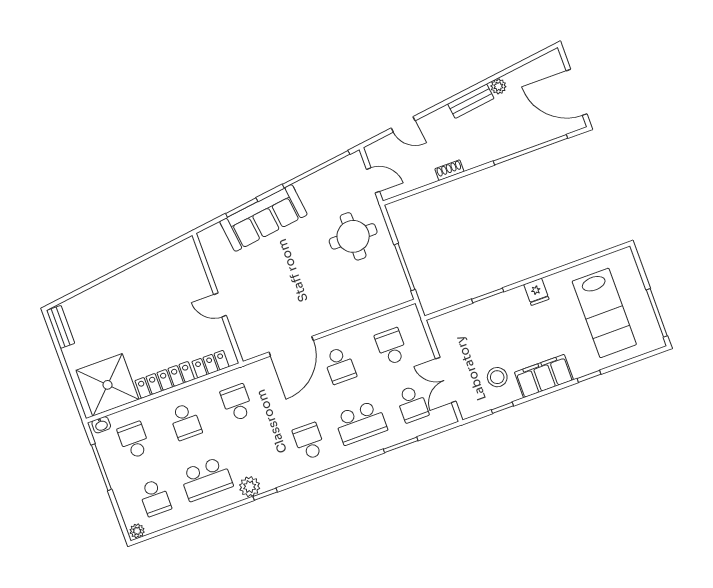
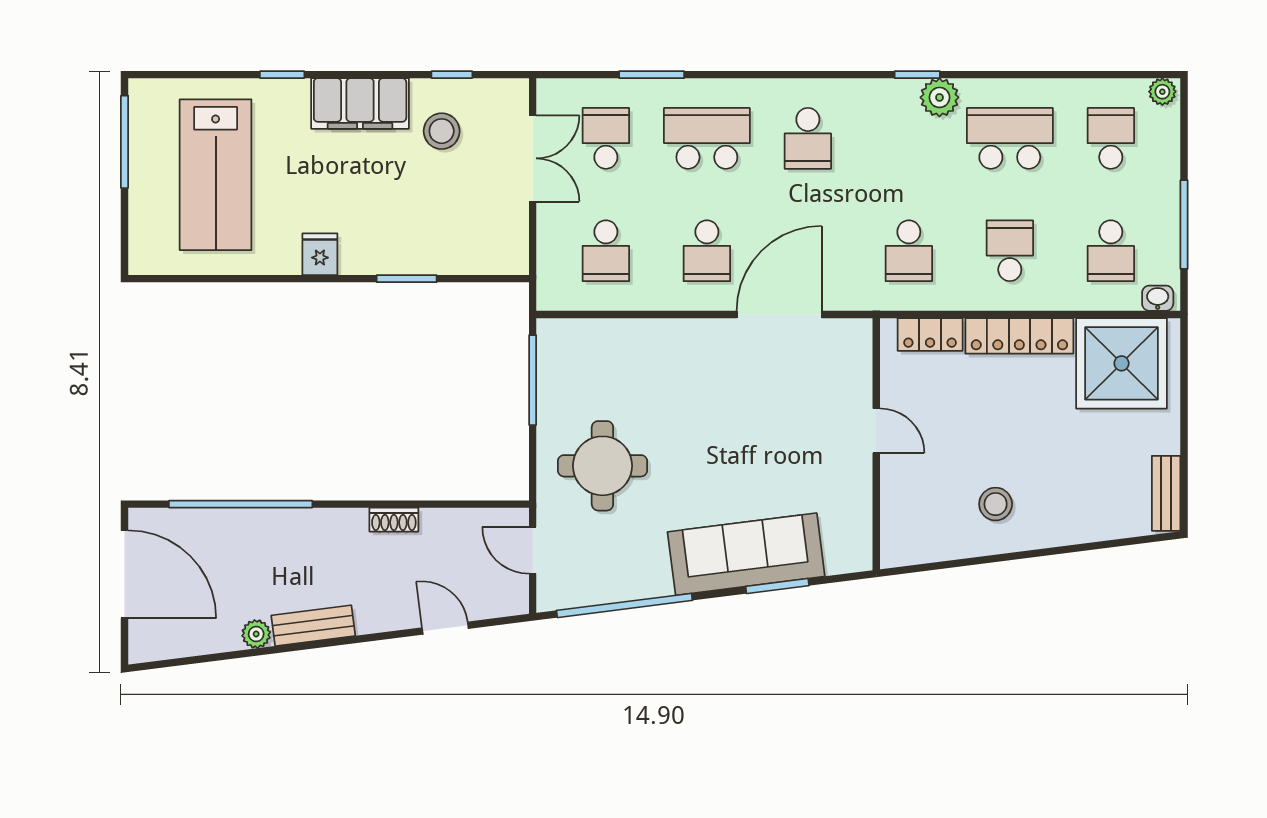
stool: (146, 290) -> (996, 504), added
lab bench: (604, 313) -> (216, 175), turned 180
school desk: (340, 365) -> (707, 251), turned 180

